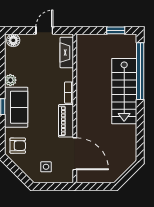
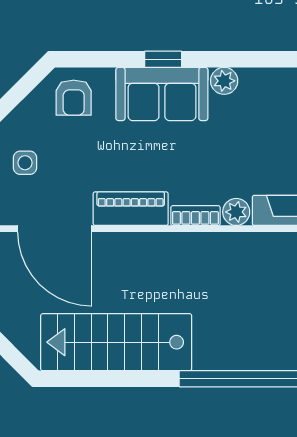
plant: (67, 75) -> (236, 212), added
stairs: (124, 91) -> (116, 342), moved
door: (75, 154) -> (55, 229), hinge flipped

